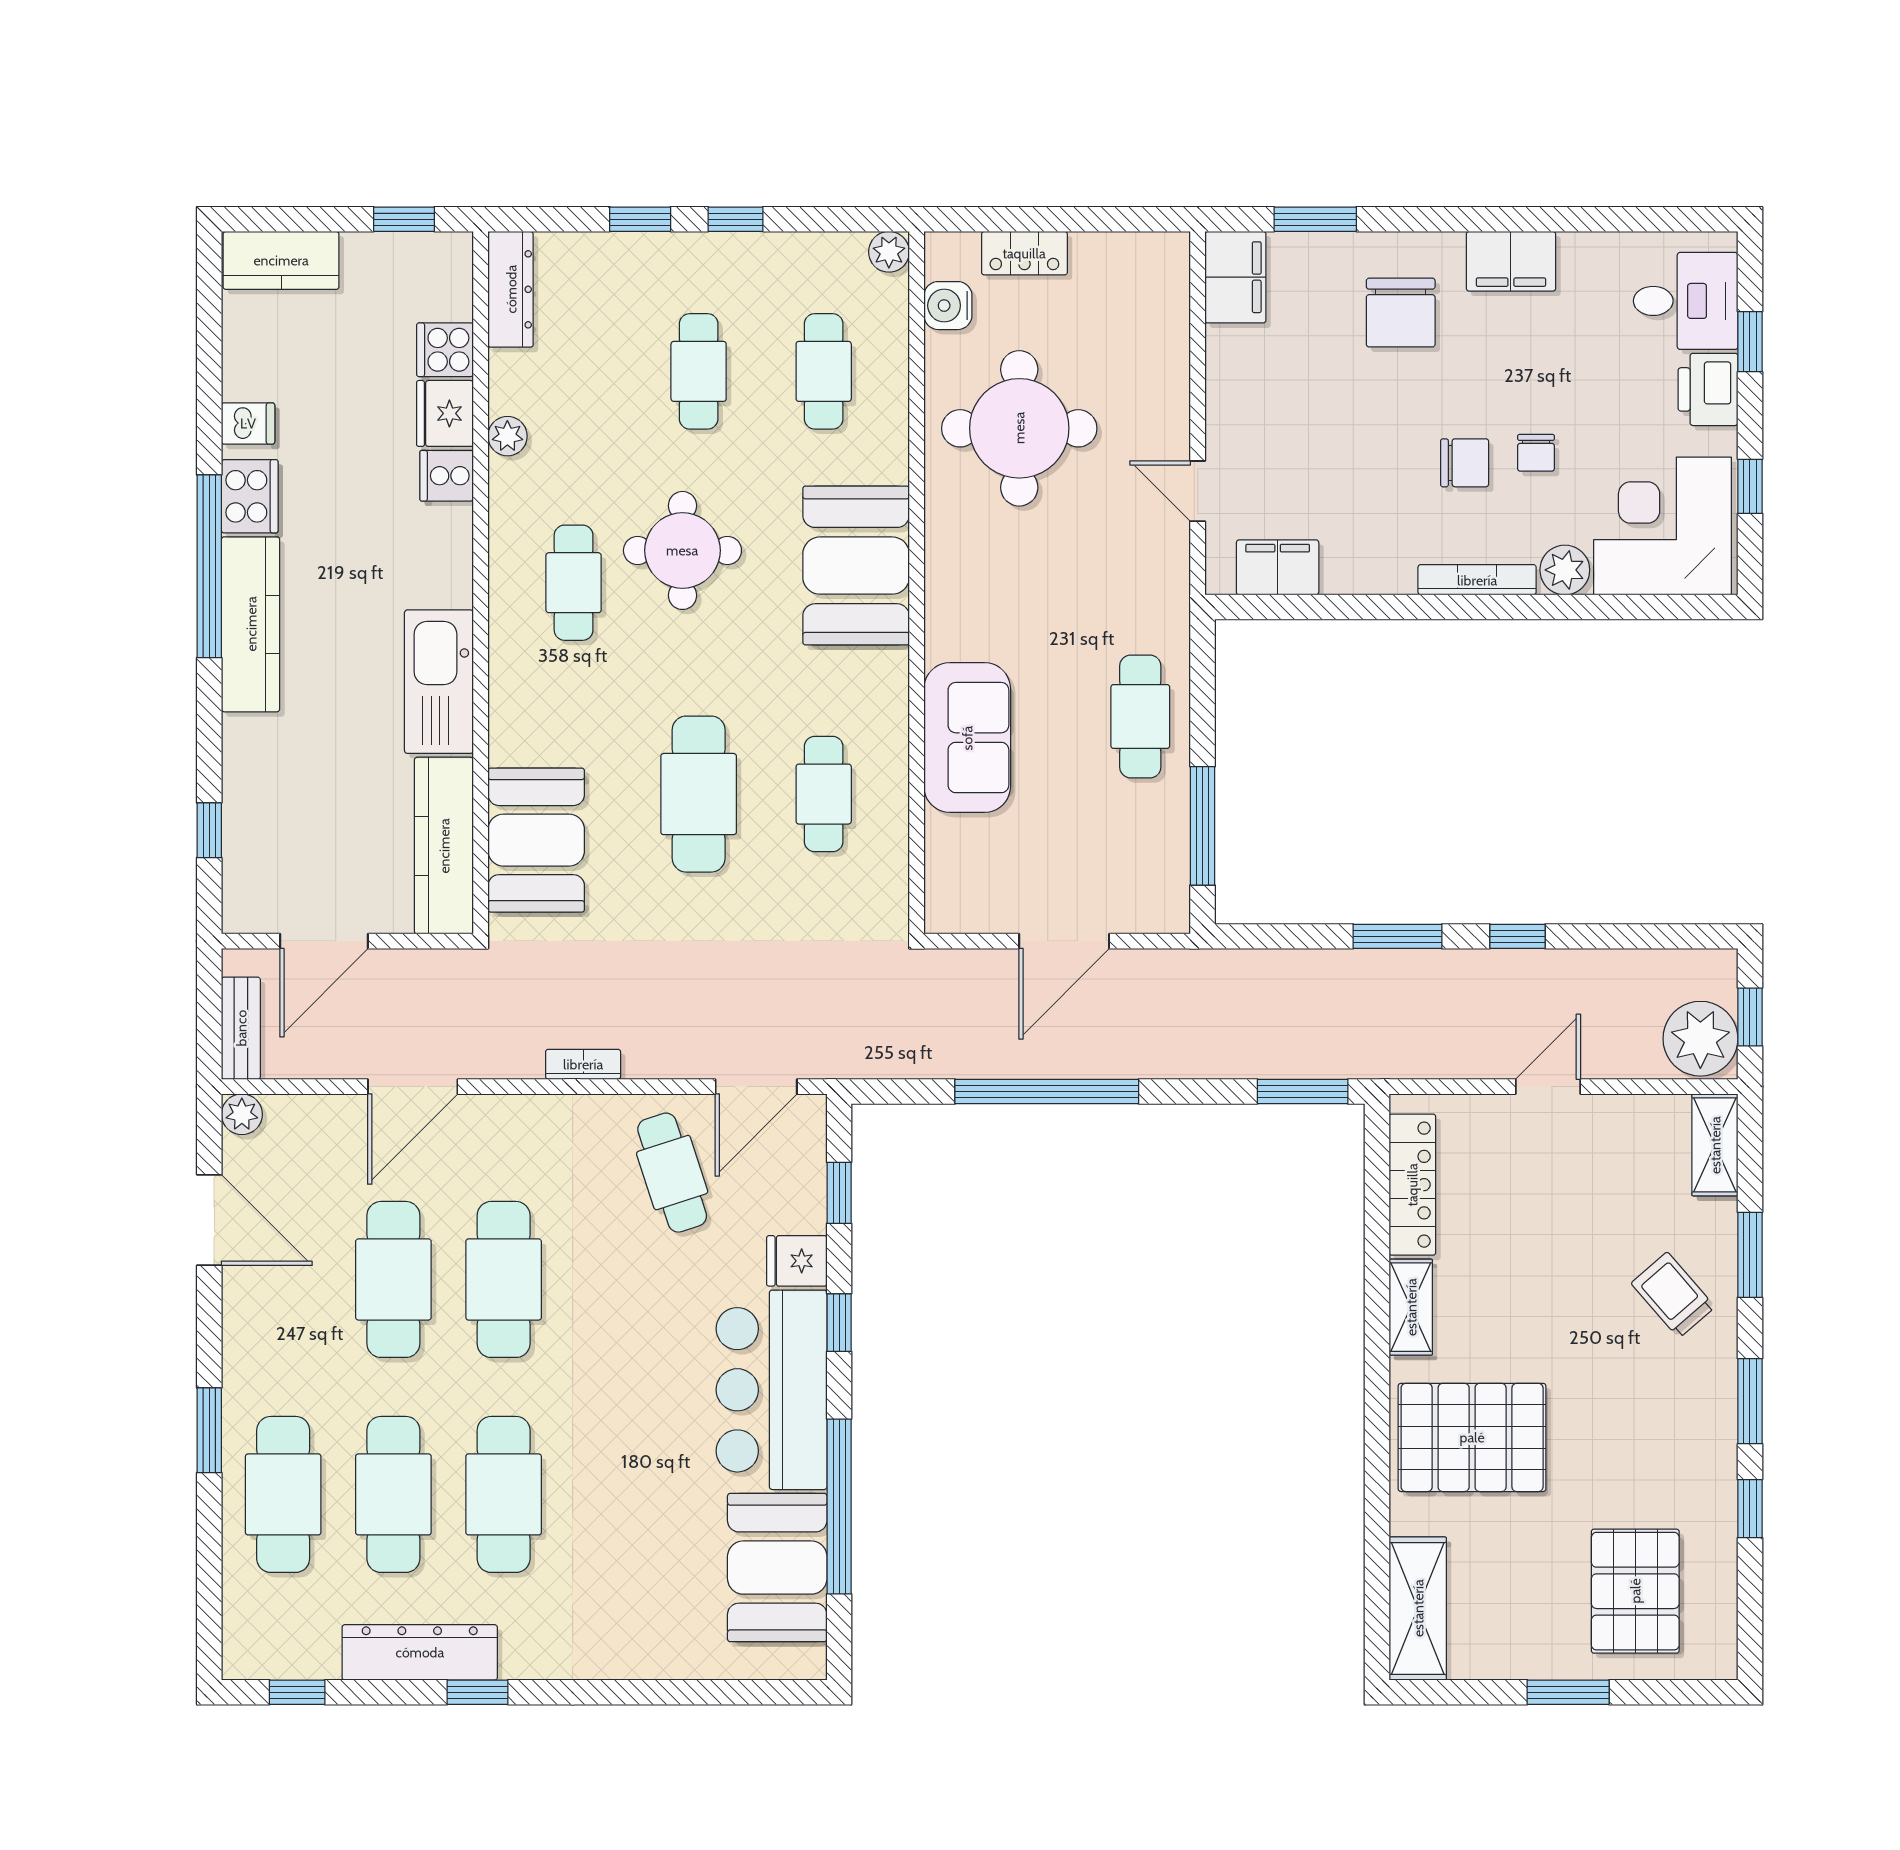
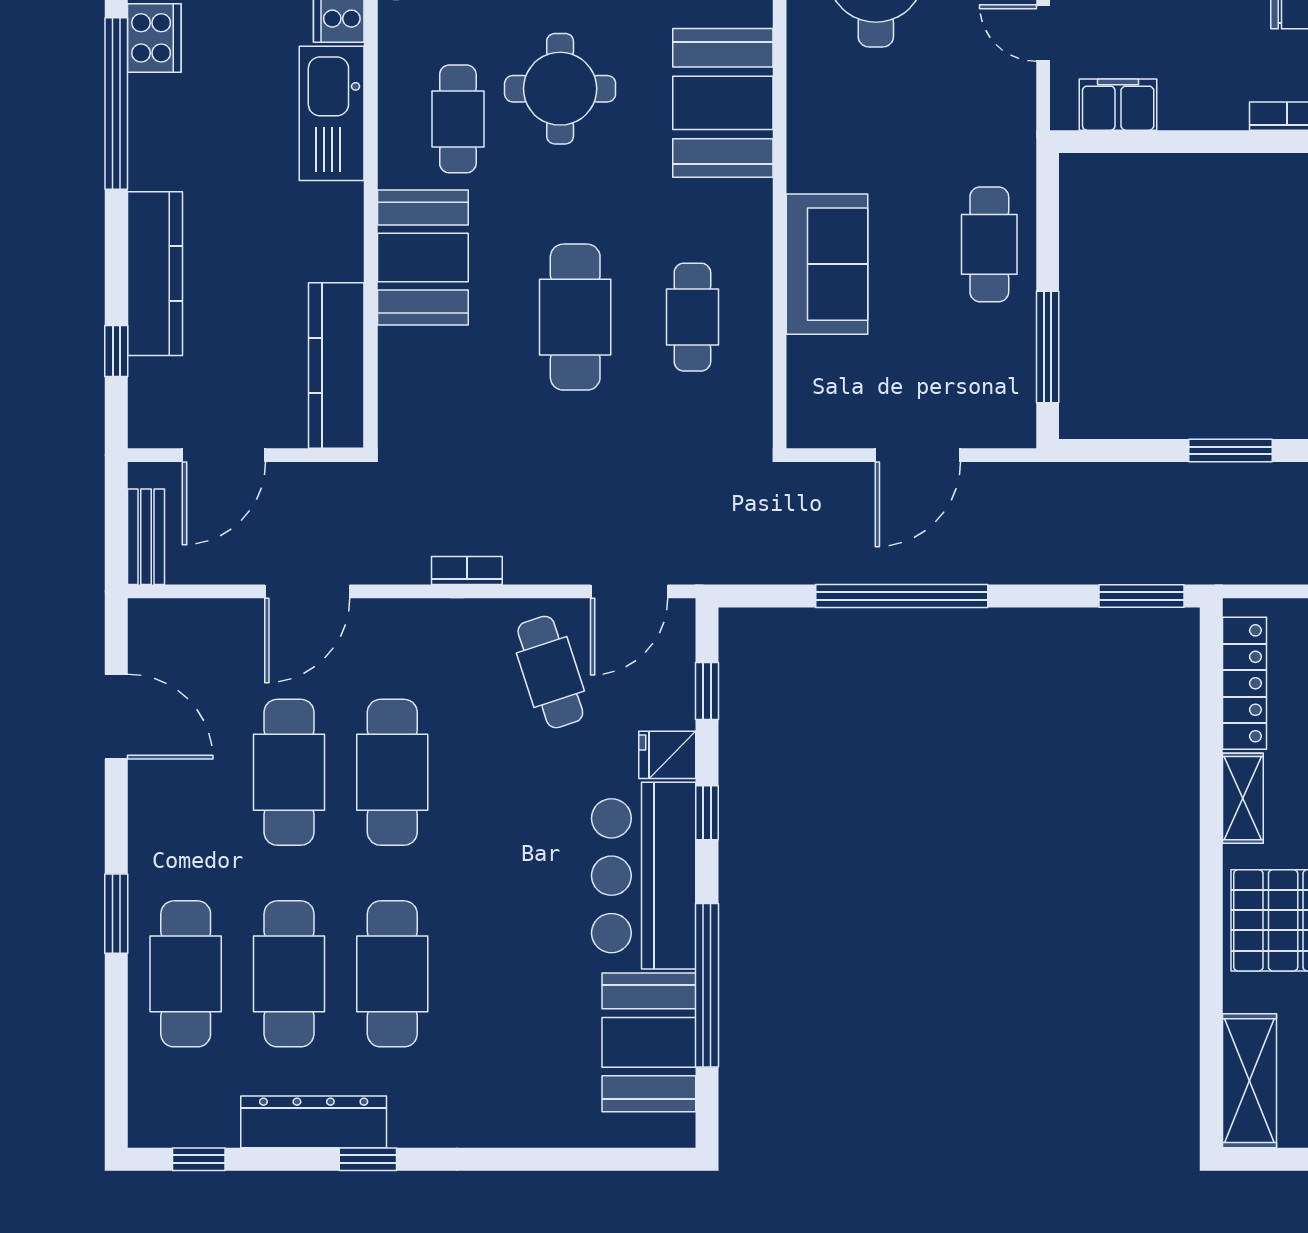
kitchen counter: (251, 624) -> (155, 274), moved
kitchen sink: (439, 682) -> (332, 113), moved
booth: (536, 840) -> (423, 258), moved
plant: (242, 1114) -> (147, 617), removed

